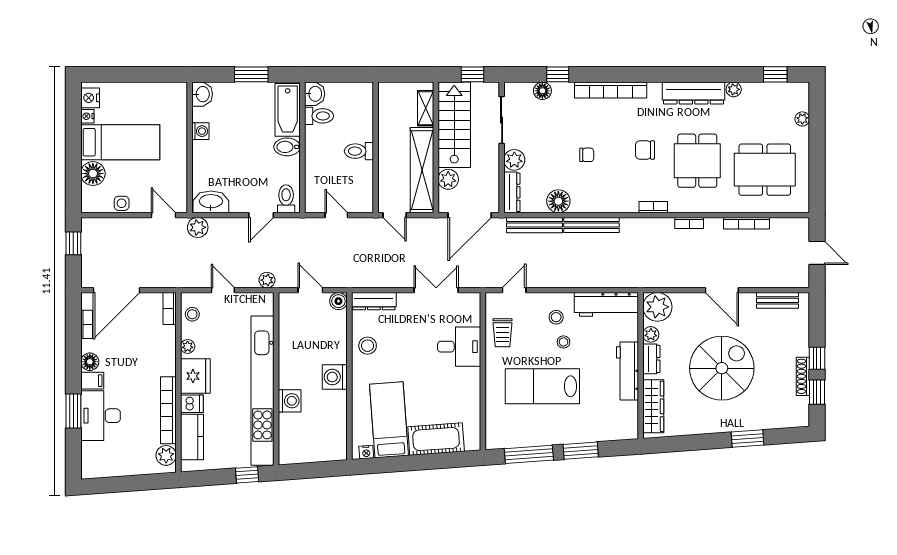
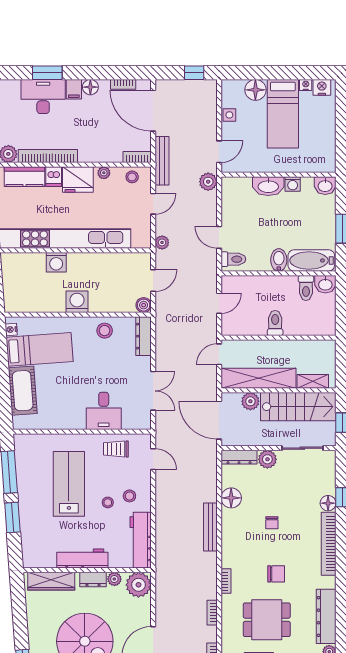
floor lamp: (542, 91) -> (328, 503), moved
chair: (645, 150) -> (276, 574), turned 90
washbasin: (211, 202) -> (268, 186), moved, turned 90
bench: (535, 225) -> (162, 161), moved

